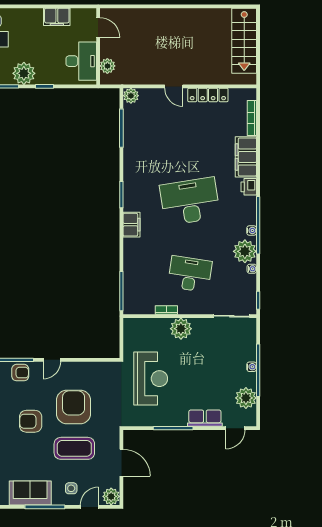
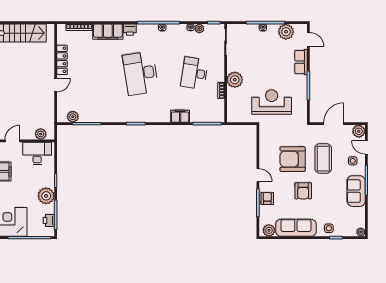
plant: (131, 96) -> (73, 117), moved
filing cabinet: (132, 225) -> (180, 116), moved
plant: (245, 251) -> (199, 29), moved, width x0.53, depth x0.53

